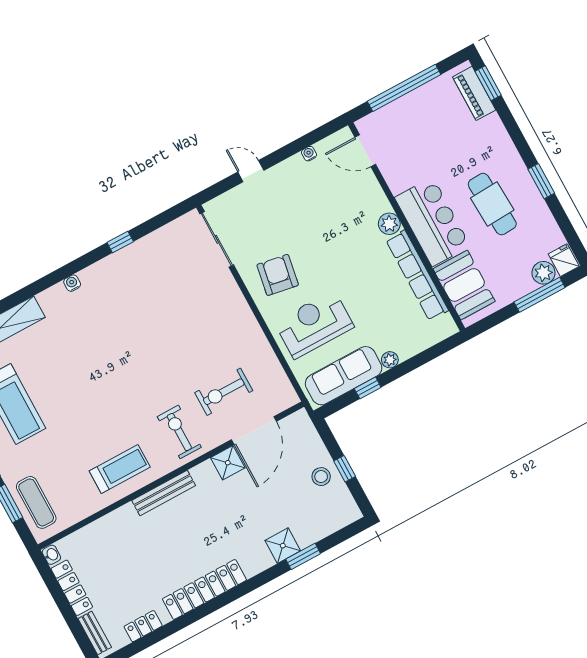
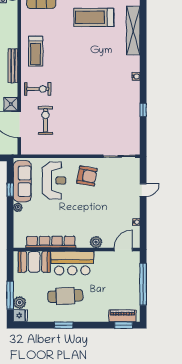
plant: (389, 224) -> (96, 242), moved

